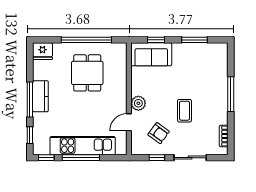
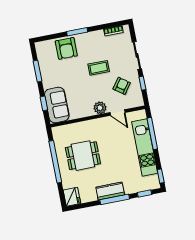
armchair: (214, 78) -> (66, 48), added
window: (231, 94) -> (77, 32), width x0.69
window: (81, 158) -> (152, 133), moved

